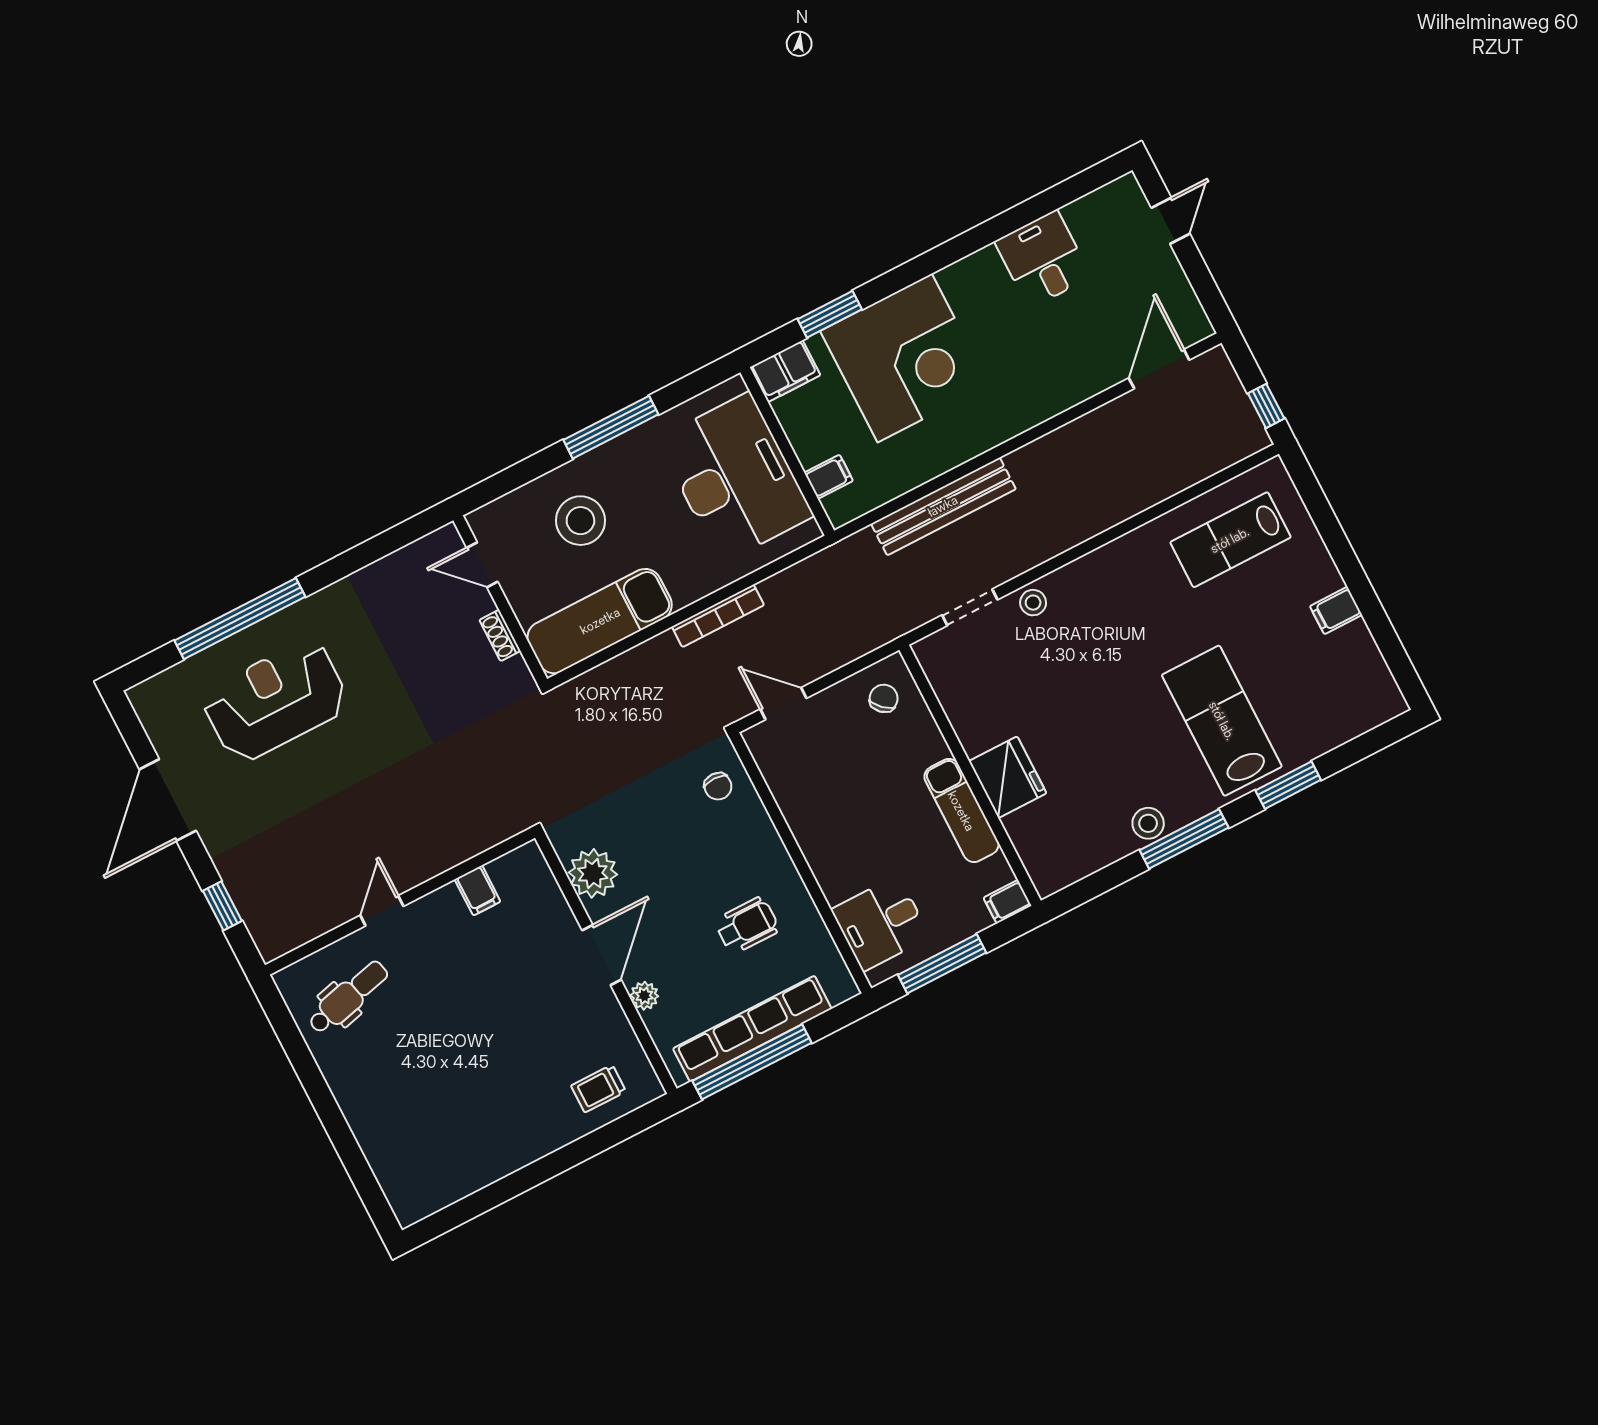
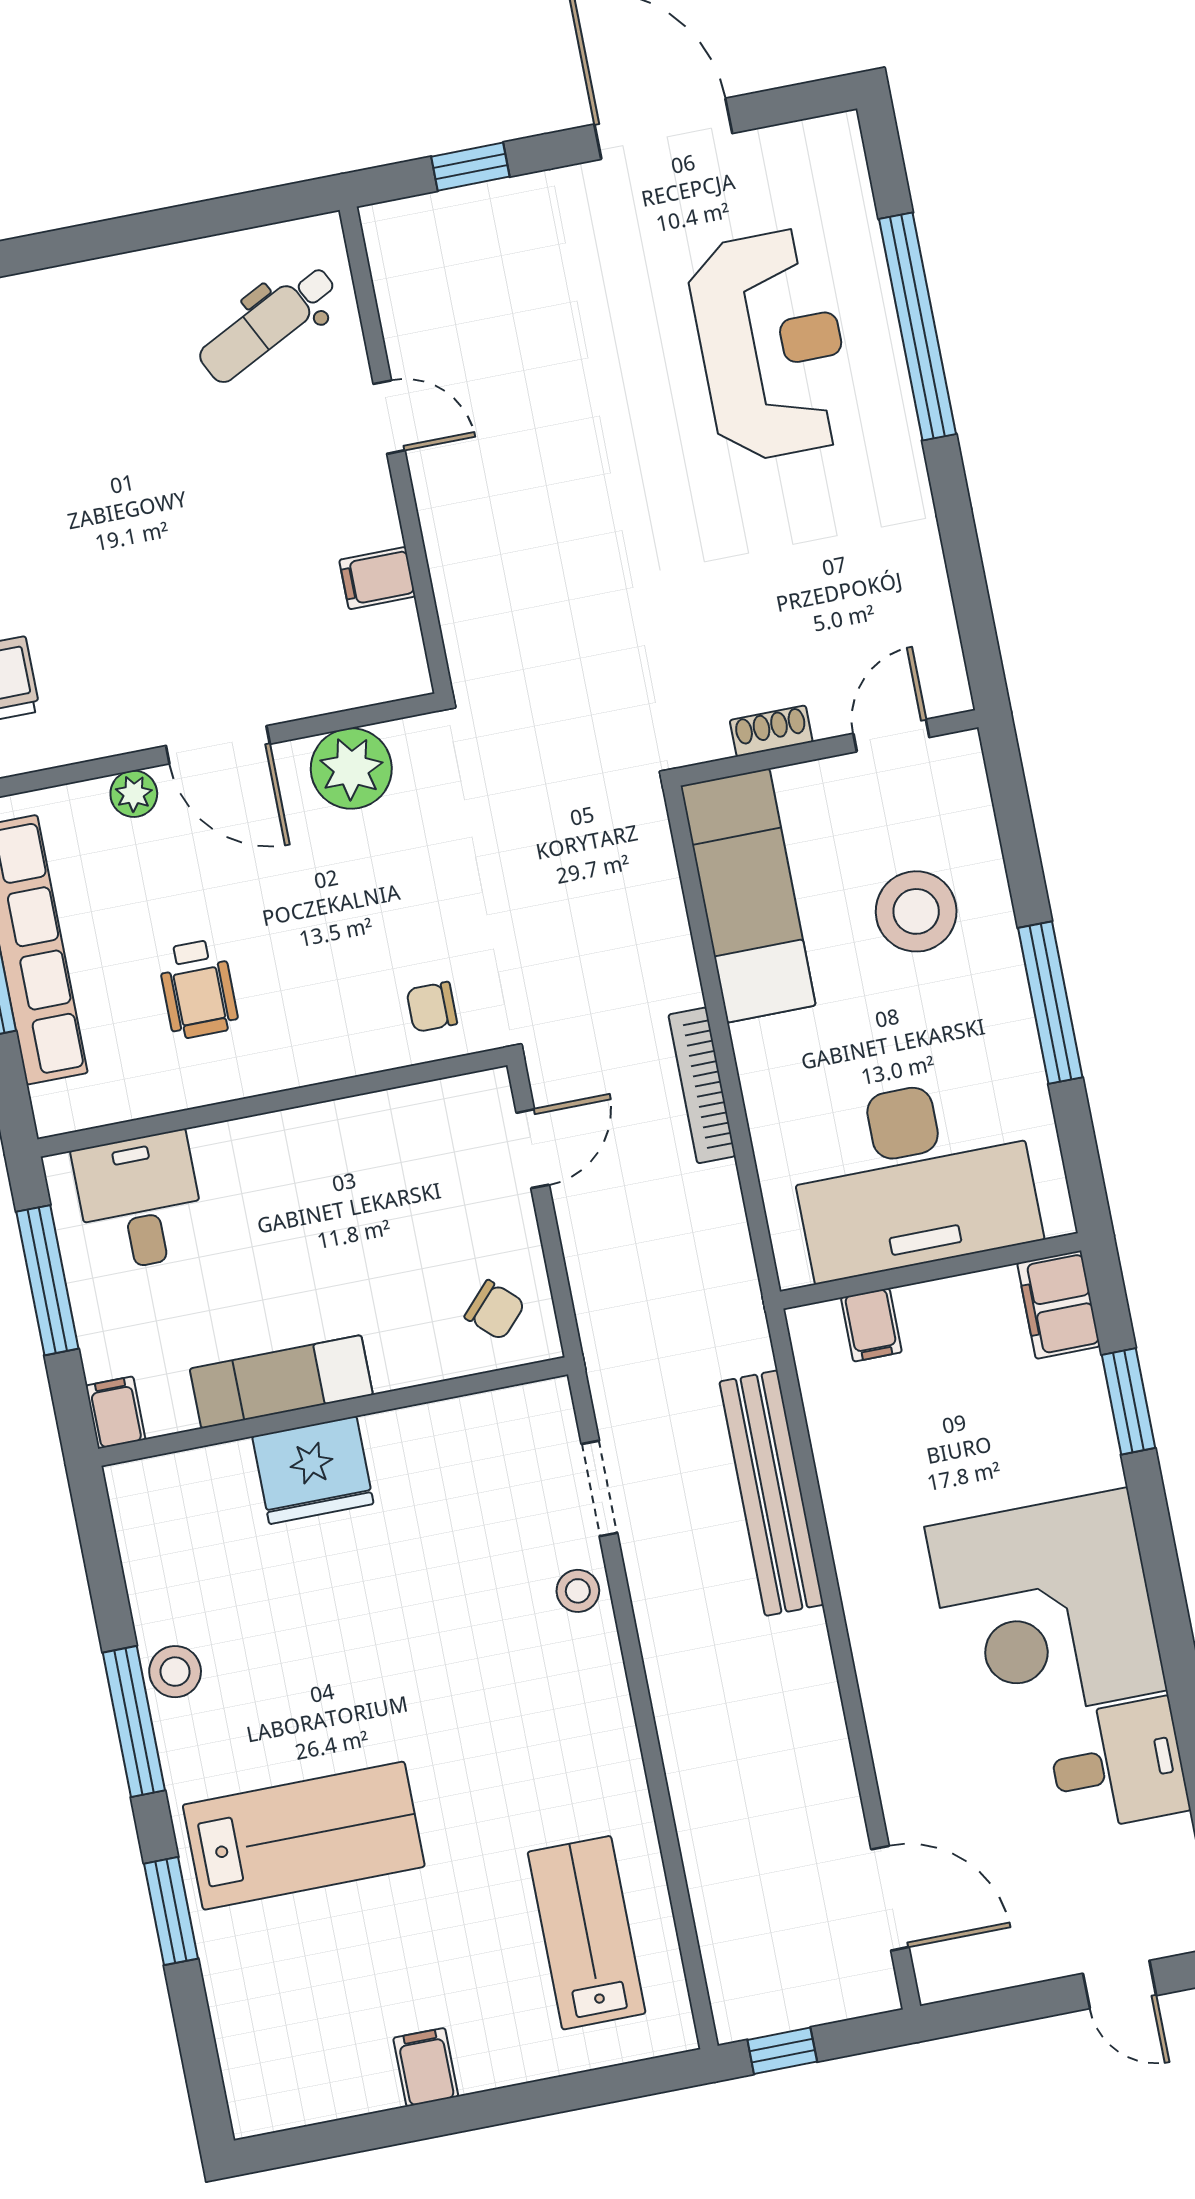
corner desk: (905, 358) -> (1046, 1609), moved
dental chair: (348, 997) -> (268, 324), turned 77

